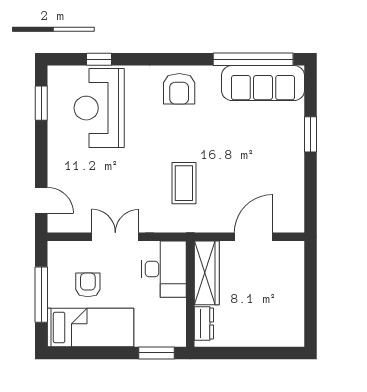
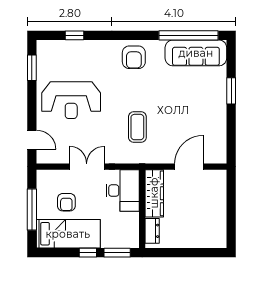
reception desk: (99, 108) -> (71, 100), moved, turned -90
armchair: (88, 285) -> (66, 202), turned 180
window: (117, 353) -> (88, 253), added

